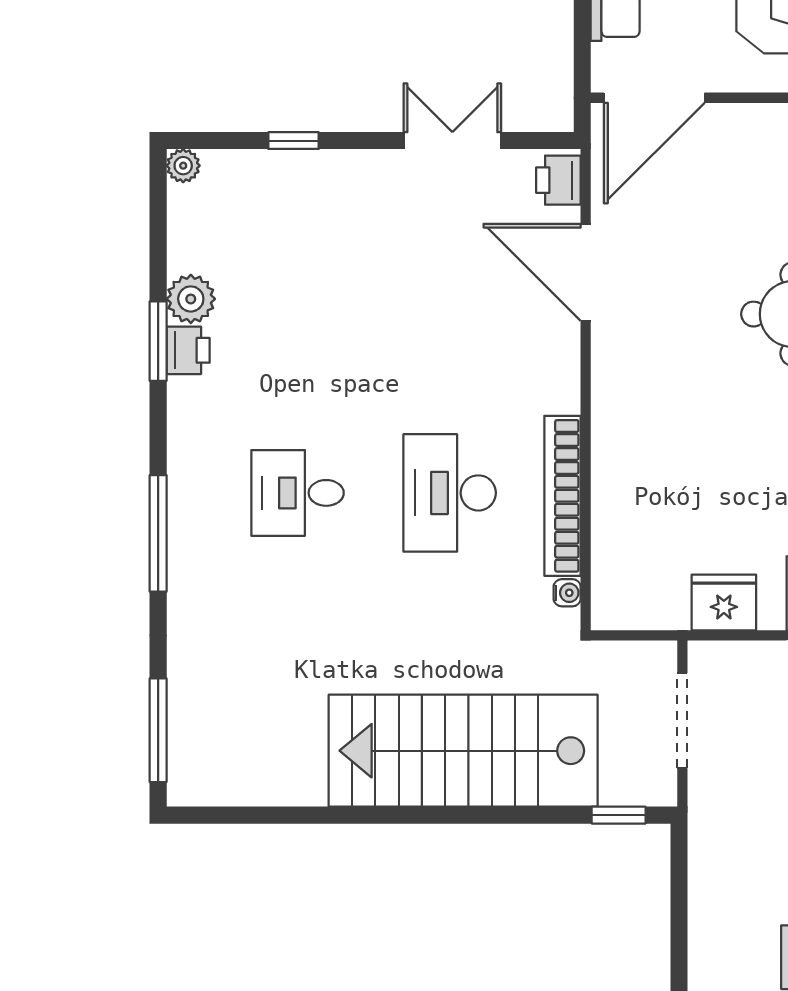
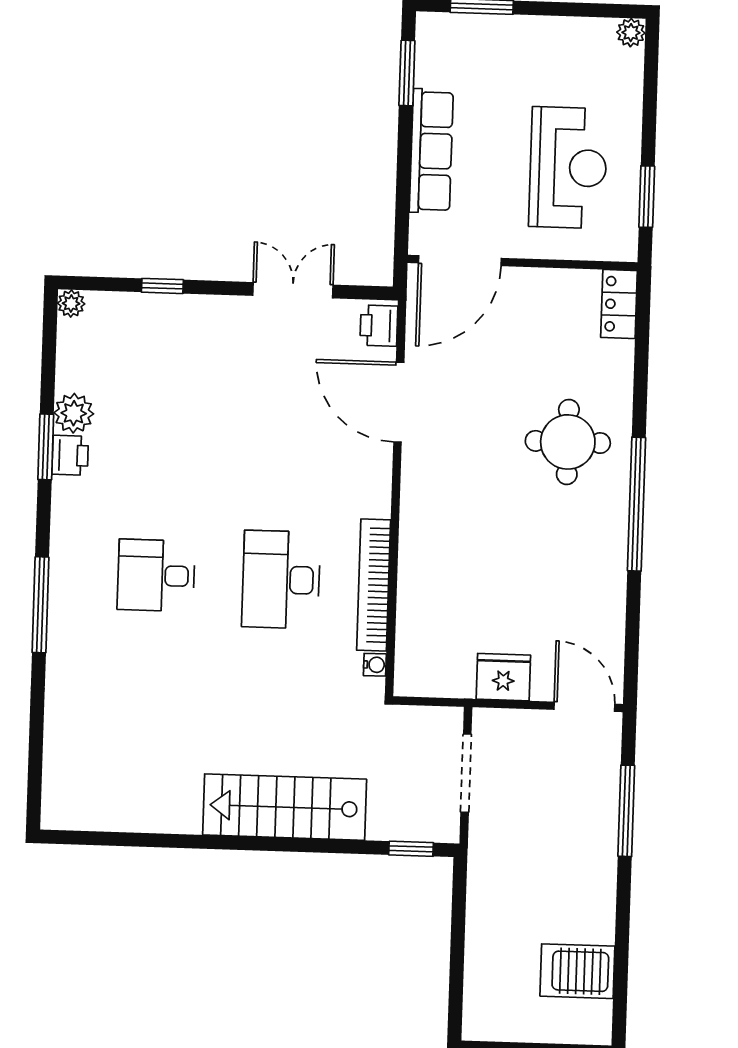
window: (158, 730) -> (35, 766), removed
stairs: (463, 751) -> (285, 807), width x0.73, depth x0.66

